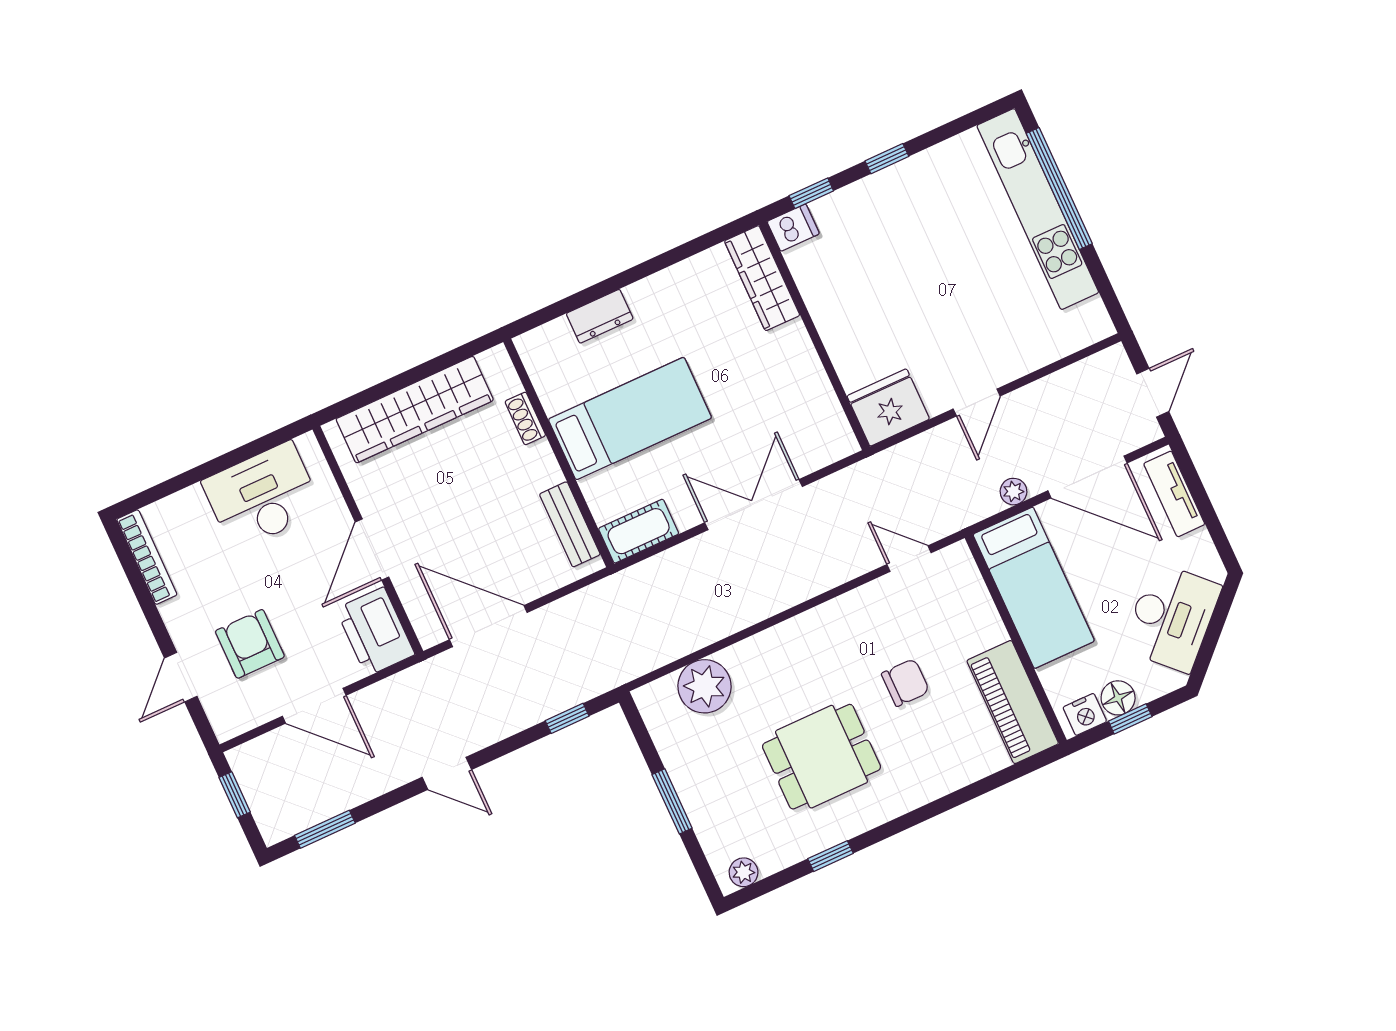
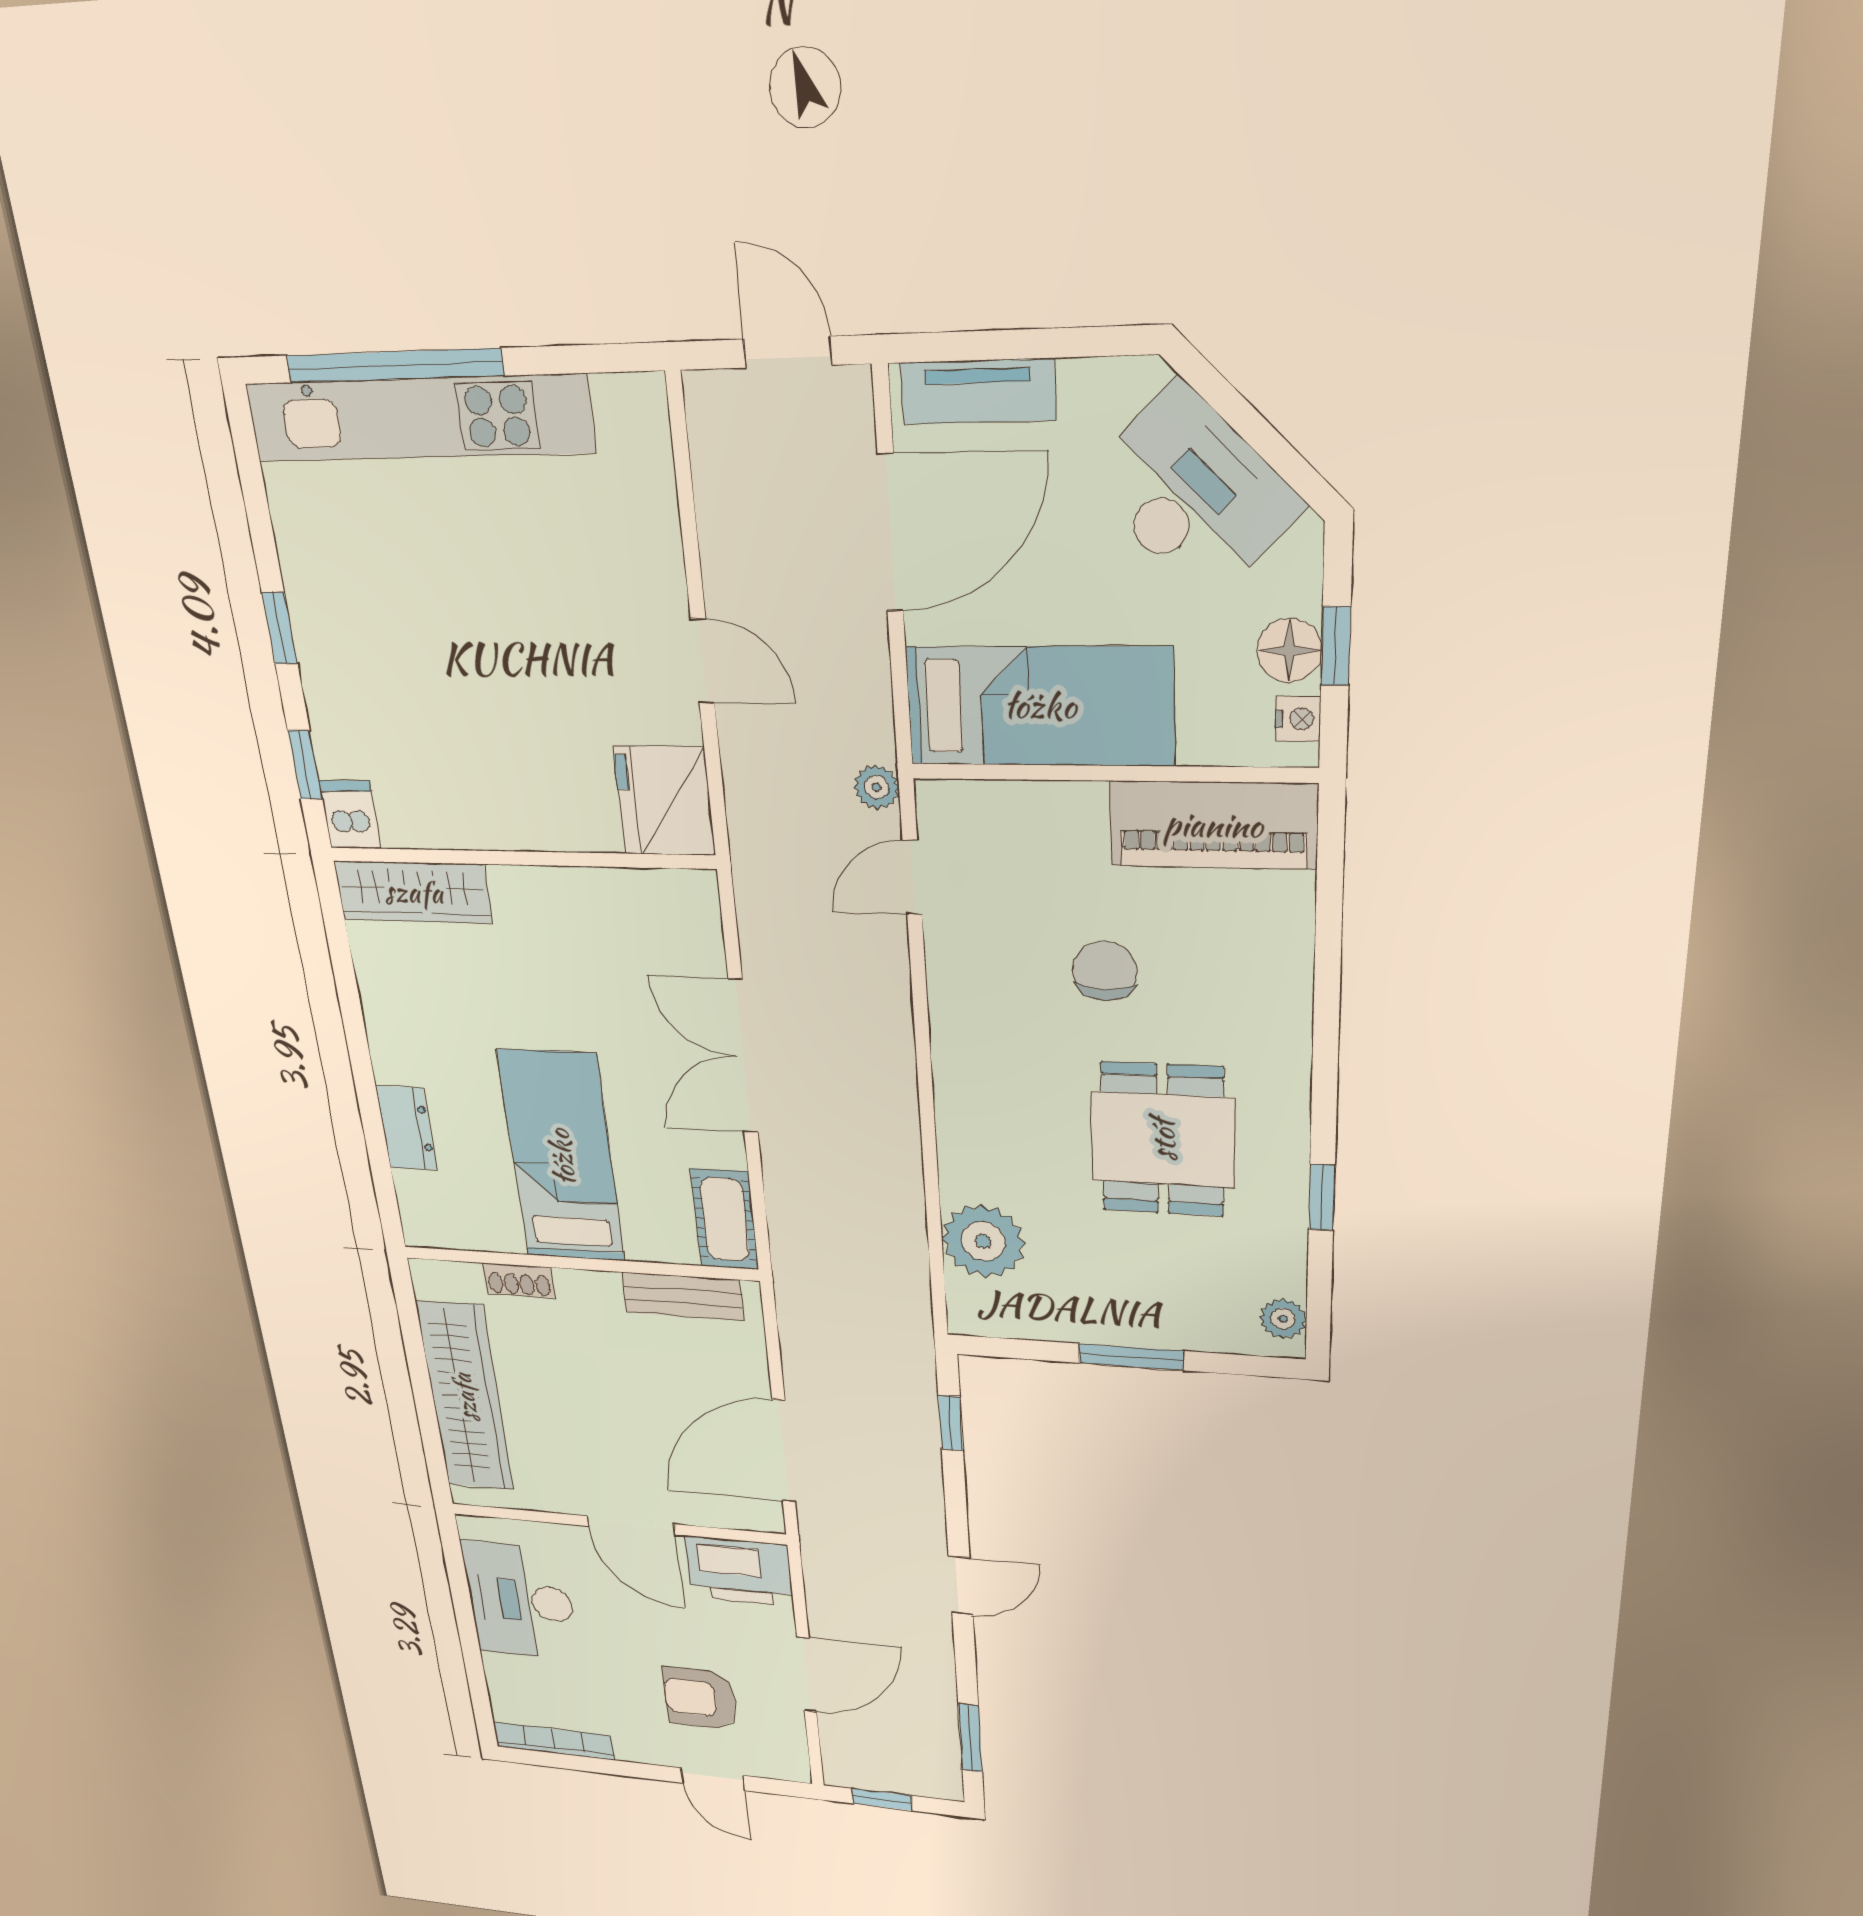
plant: (1013, 492) -> (876, 787), moved
nightstand: (1085, 714) -> (1298, 719), width x0.72, depth x0.74

